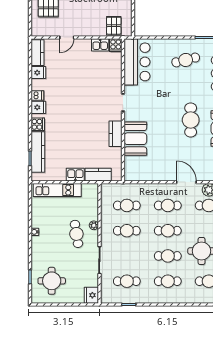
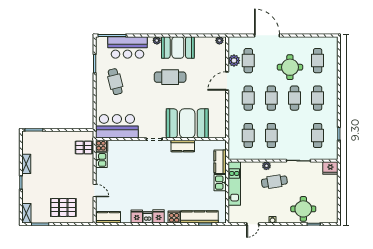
fridge: (38, 73) -> (137, 216), moved
booth: (135, 139) -> (187, 123), width x1.36, depth x1.42
kitchen unit: (57, 190) -> (234, 184), moved
door: (30, 210) -> (253, 224), added
round table: (52, 281) -> (303, 209), moved

